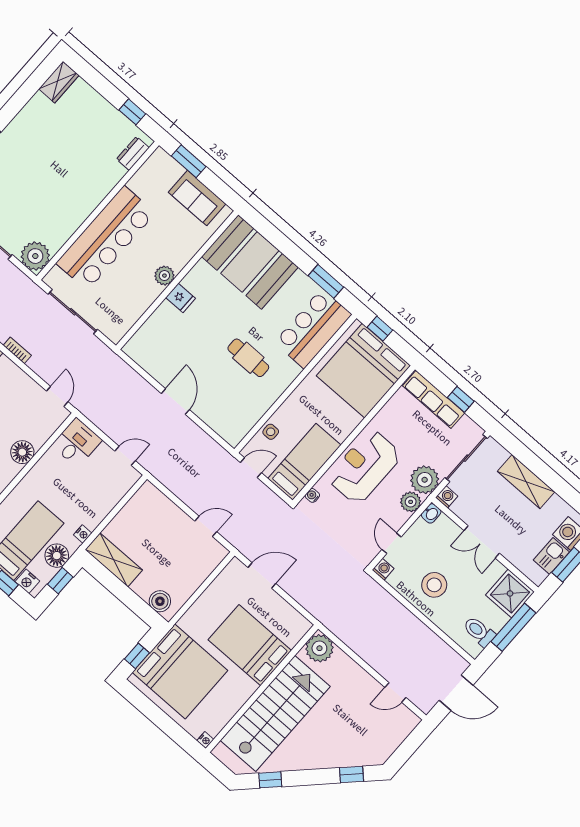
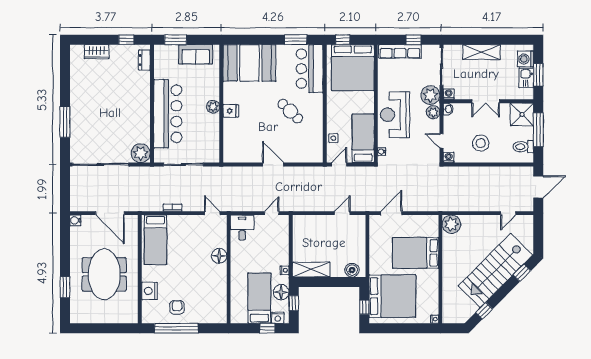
wardrobe: (59, 82) -> (96, 52), moved, turned 90
cafe table: (248, 358) -> (290, 111), turned 44
stairs: (275, 713) -> (495, 271), moved, turned -135

